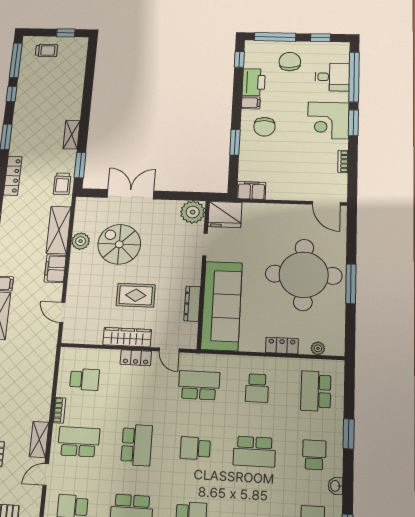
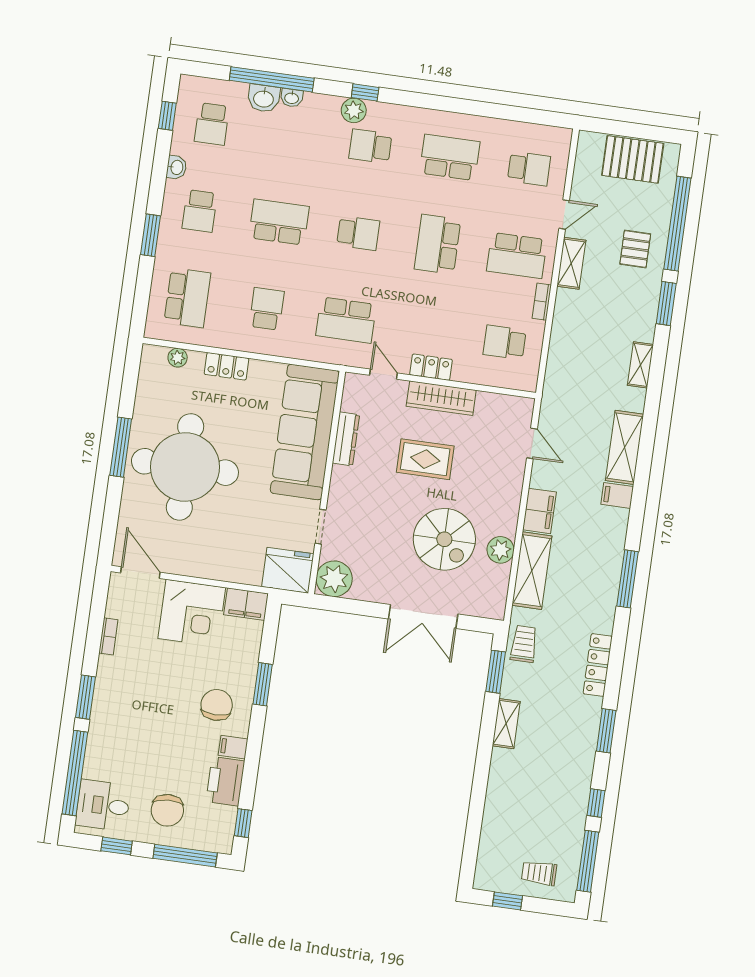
desk: (332, 77) -> (103, 805), moved
corner desk: (328, 120) -> (192, 613), moved, turned 90

